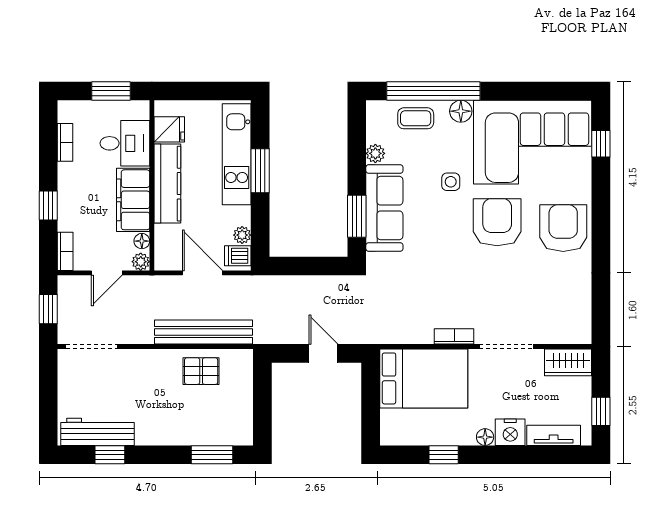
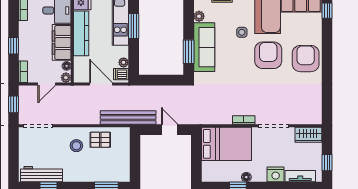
bench: (203, 332) -> (128, 118), moved
stool: (159, 382) -> (76, 146), added
floor lamp: (485, 437) -> (246, 177), moved

